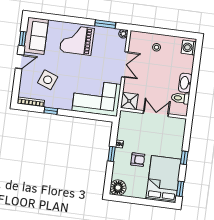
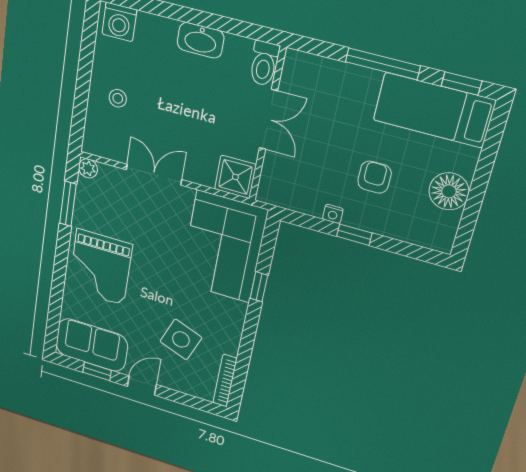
door: (20, 61) -> (142, 386), hinge flipped
toilet: (180, 98) -> (264, 64), moved
window: (51, 111) -> (259, 287), moved
double door: (156, 114) -> (268, 120), swing flipped
window: (184, 158) -> (383, 64), width x2.17
bed: (164, 179) -> (434, 110), width x0.67
floor lamp: (118, 188) -> (449, 191), moved

